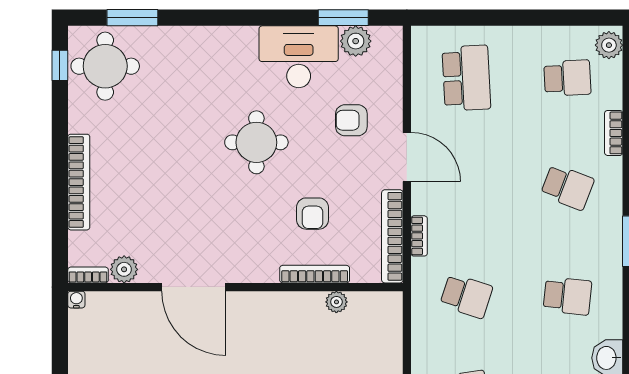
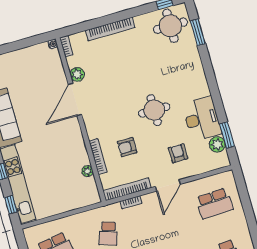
plant: (124, 269) -> (77, 74), moved

